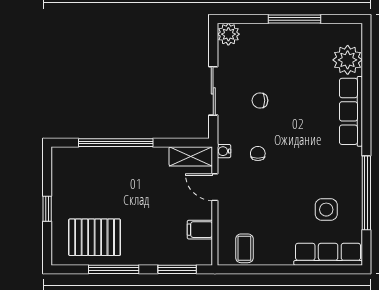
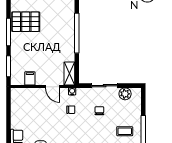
plant: (228, 34) -> (125, 94), moved
door: (215, 187) -> (53, 87), swing flipped
pallet: (95, 237) -> (26, 22), turned 90
coffee table: (244, 248) -> (125, 131), moved

